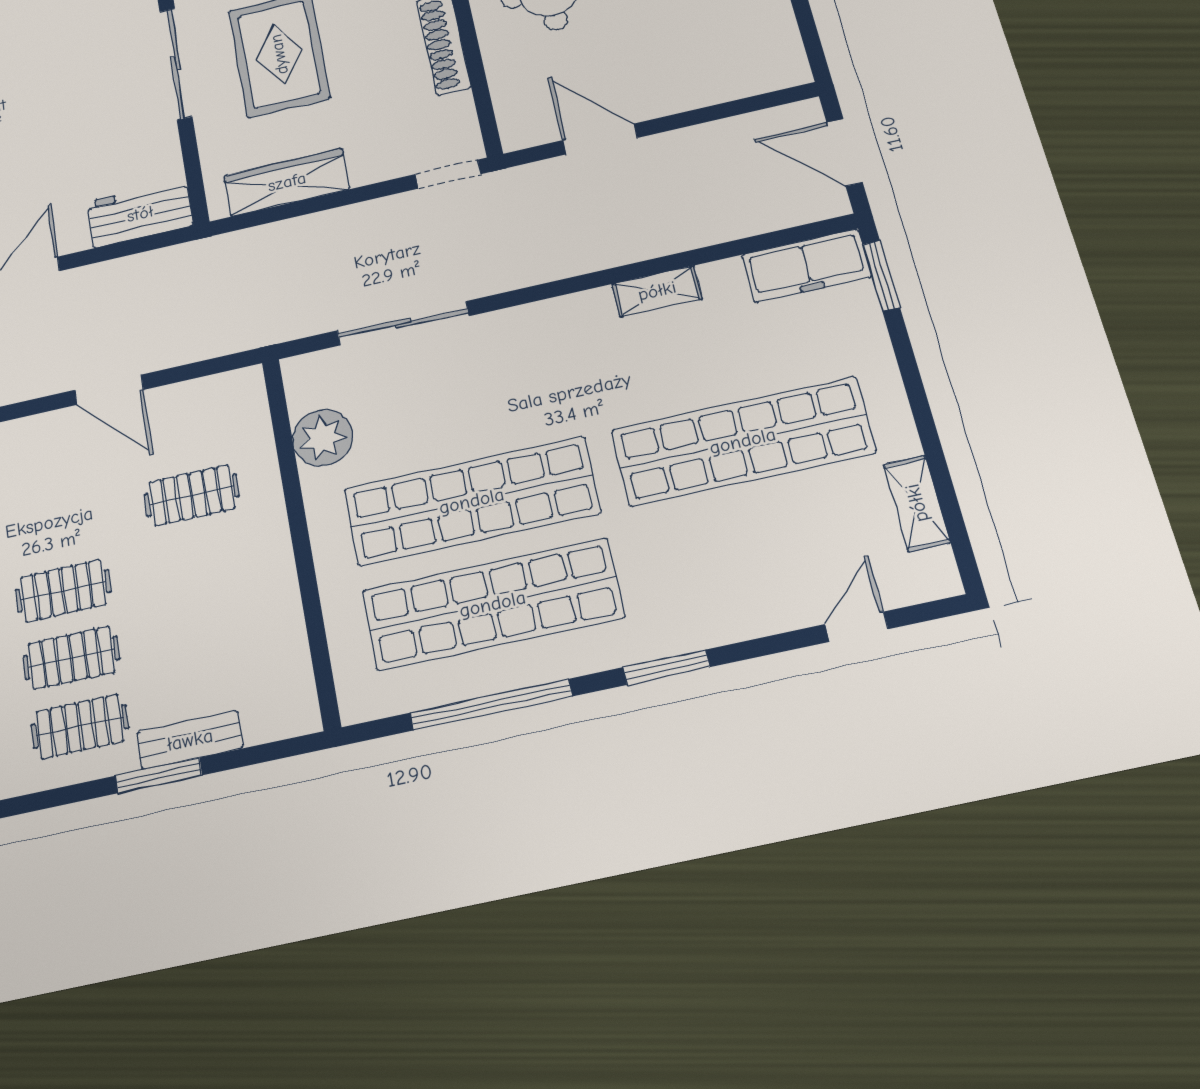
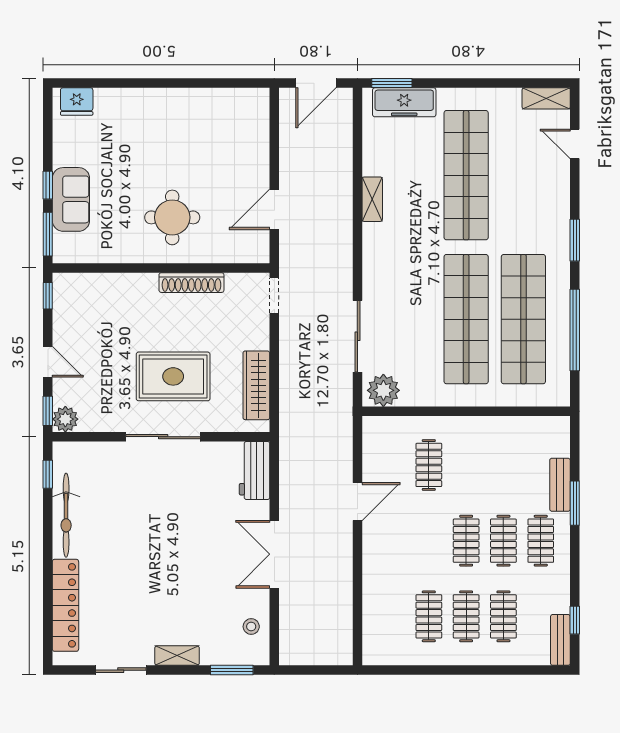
freezer: (807, 266) -> (404, 102), moved, turned 90
plant: (323, 438) -> (383, 390), moved
shelving: (917, 503) -> (546, 98), moved

